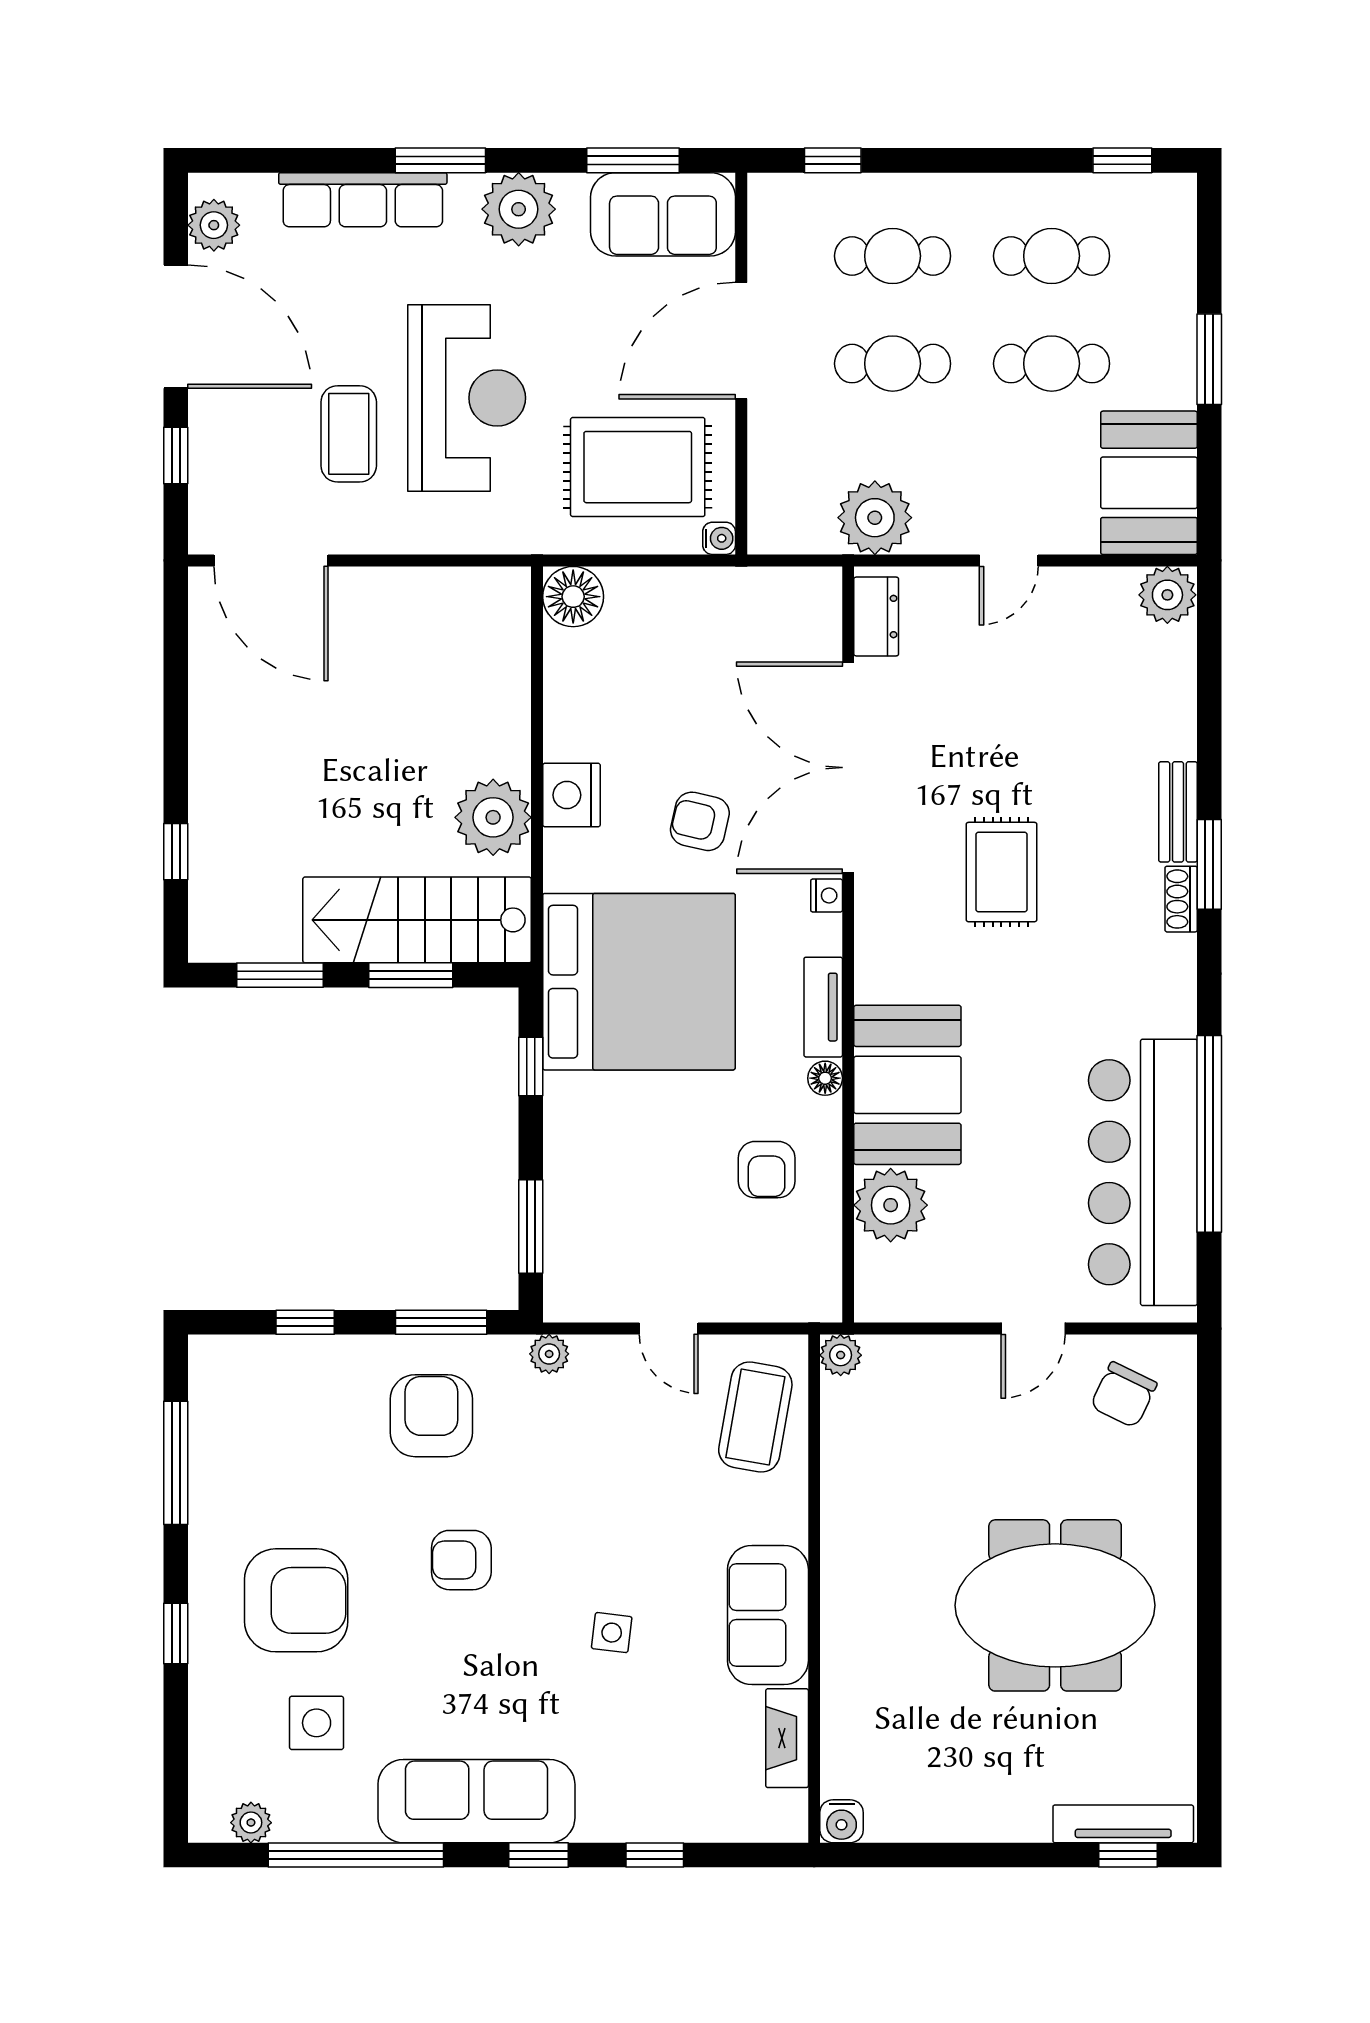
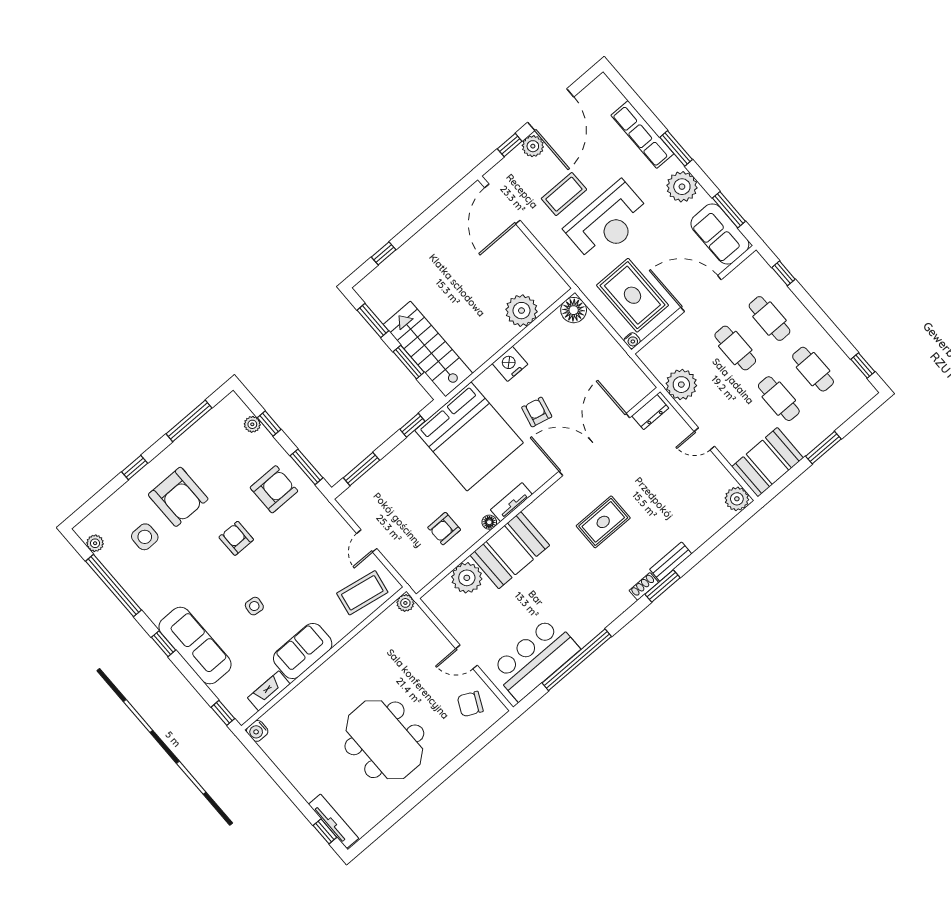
plant: (214, 225) -> (533, 146), moved
plant: (493, 817) -> (521, 311), moved
nightstand: (827, 896) -> (548, 473), removed
bar counter: (1143, 1172) -> (535, 659), width x0.73
plant: (549, 1354) -> (252, 424), moved
sofa: (476, 1801) -> (195, 646), moved
window: (655, 1855) -> (223, 713), moved

